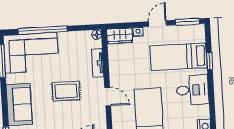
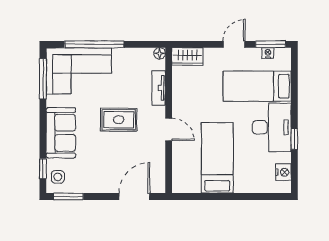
nightstand: (138, 32) -> (268, 53), moved
window: (209, 61) -> (294, 139), moved
desk: (192, 90) -> (272, 127), width x1.37

